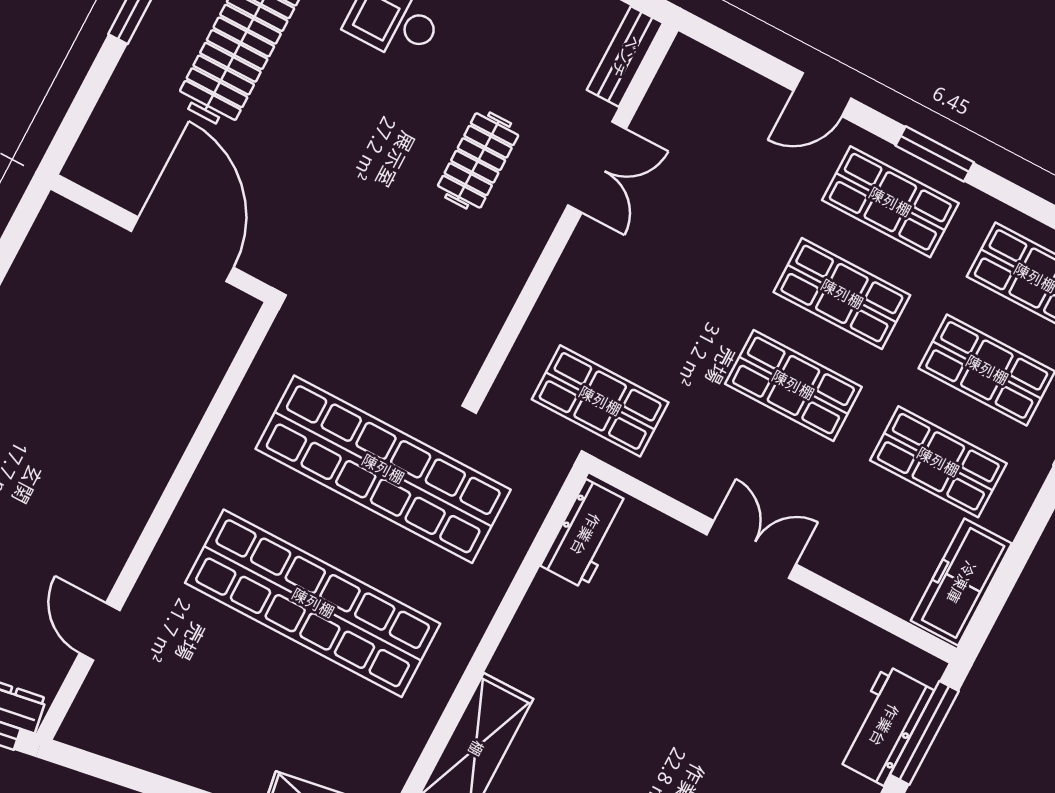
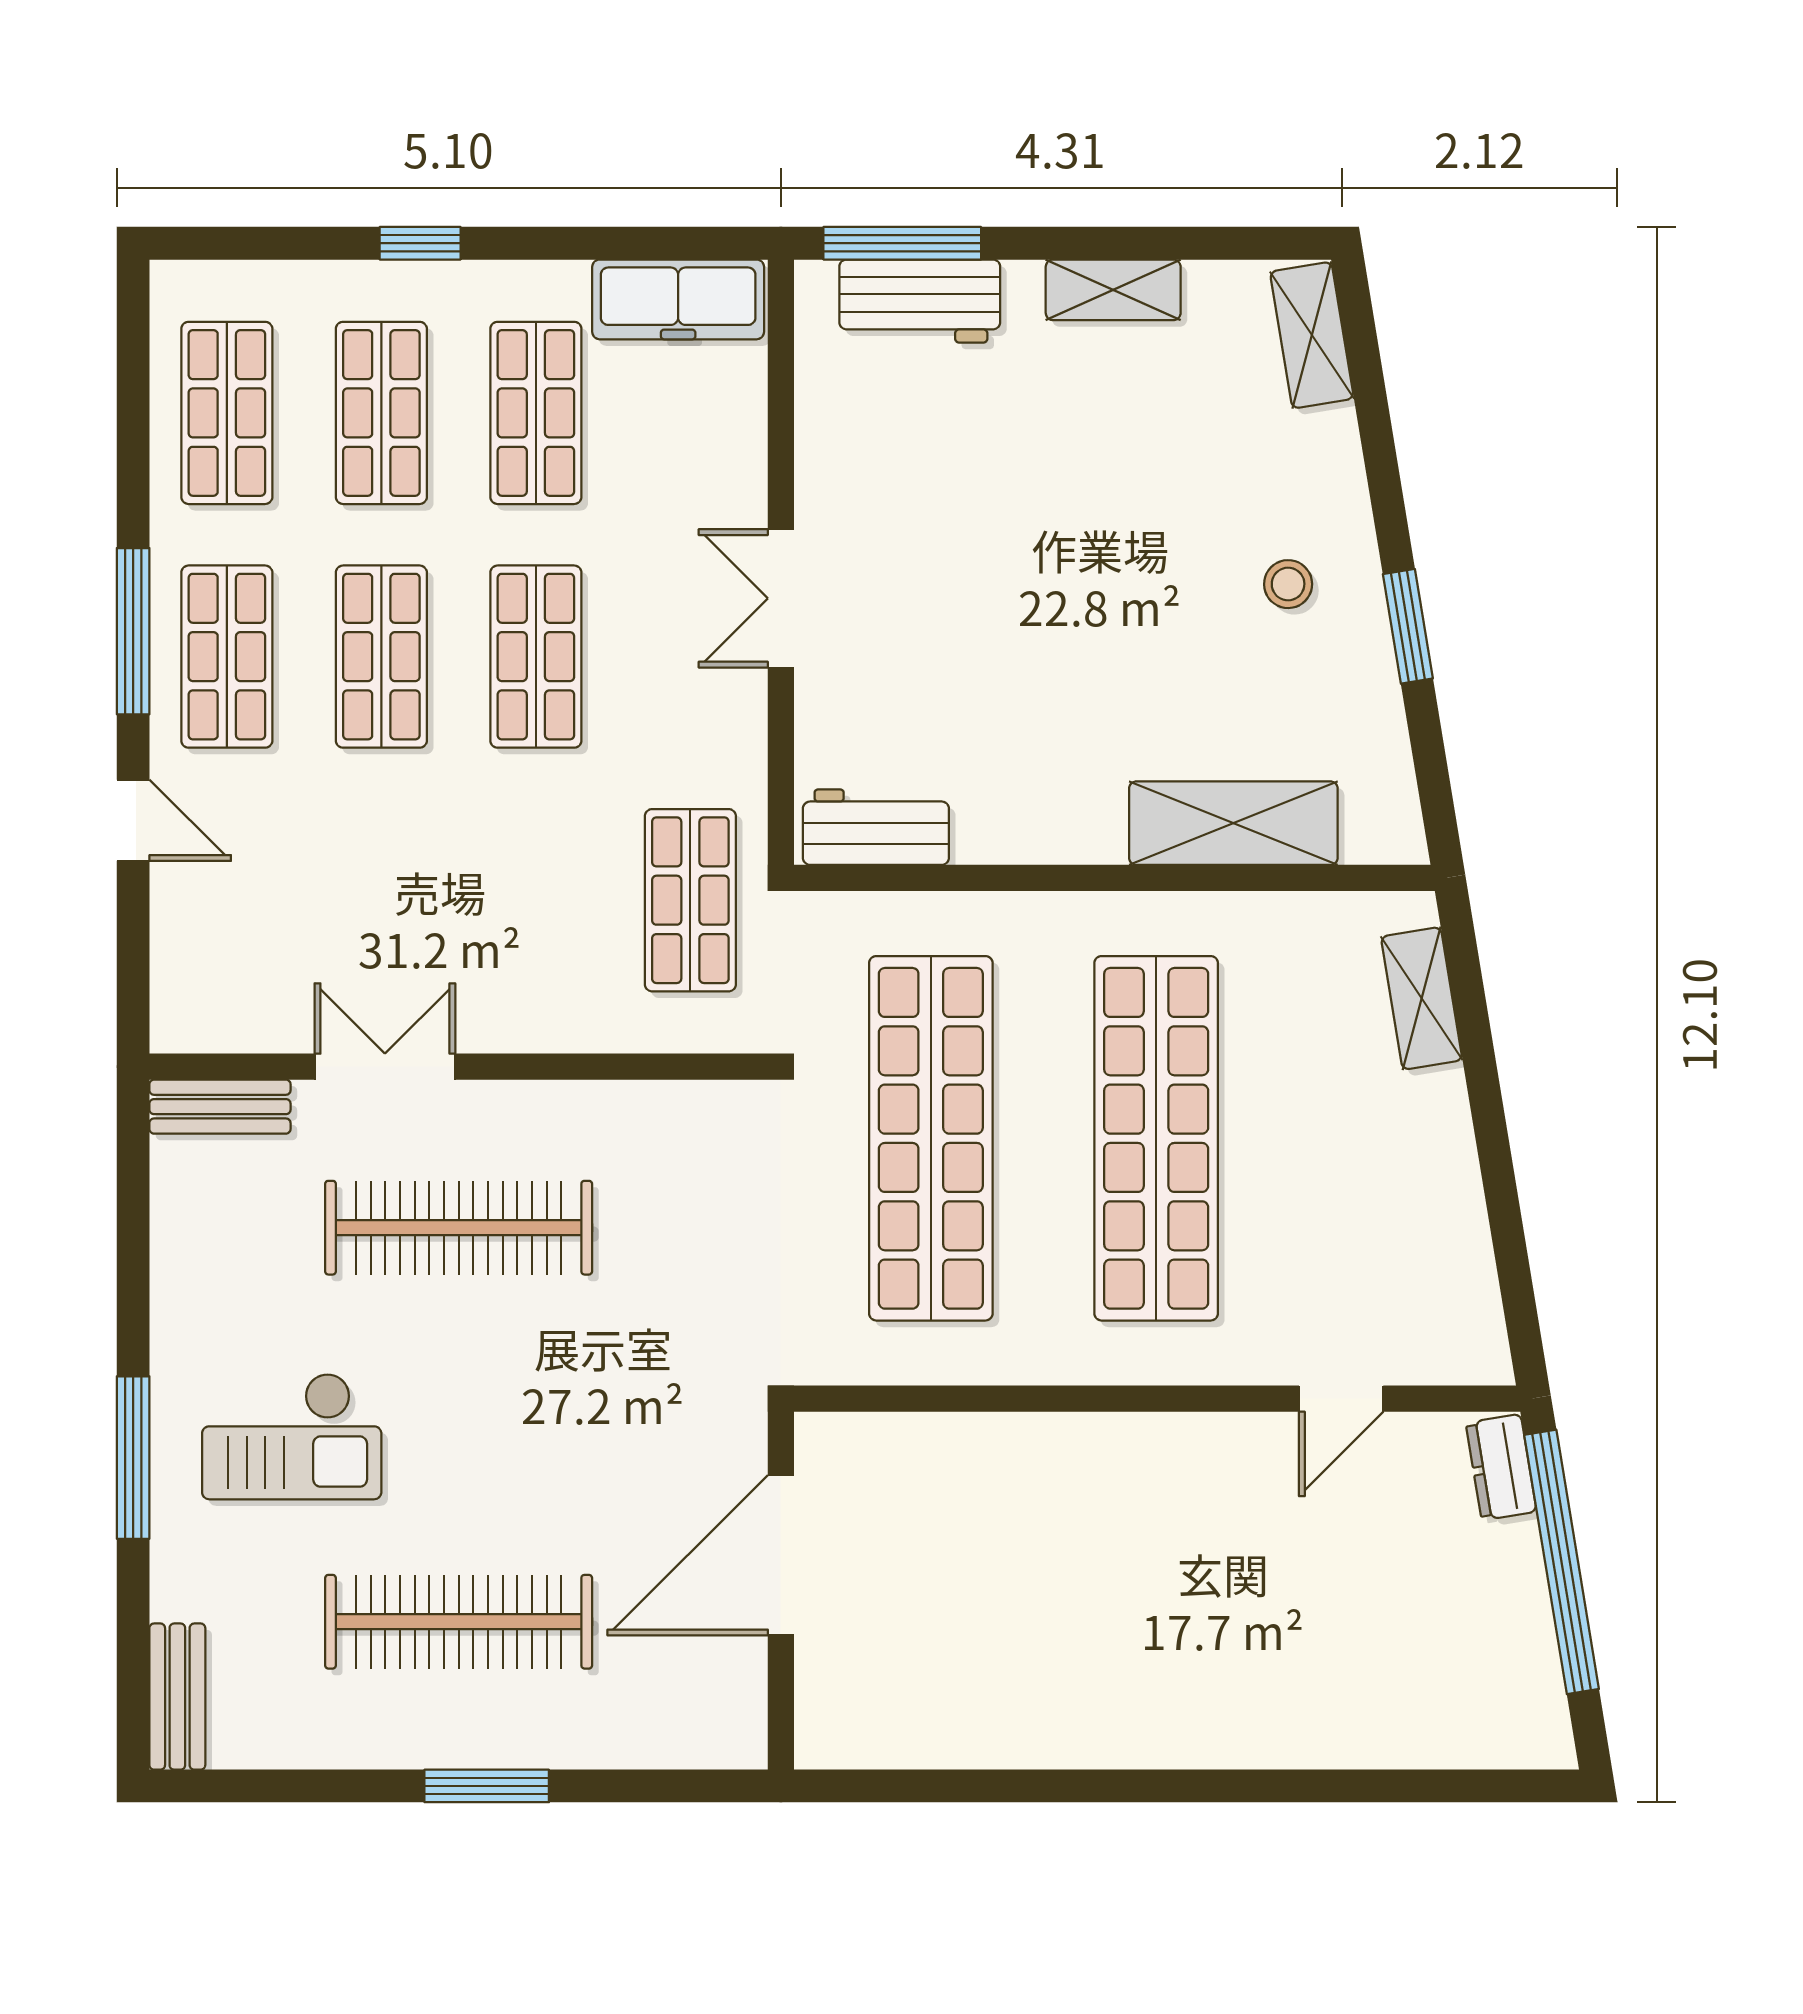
window: (935, 154) -> (133, 631), width x1.44
clothes rail: (478, 160) -> (459, 1228), width x1.86, depth x1.31

